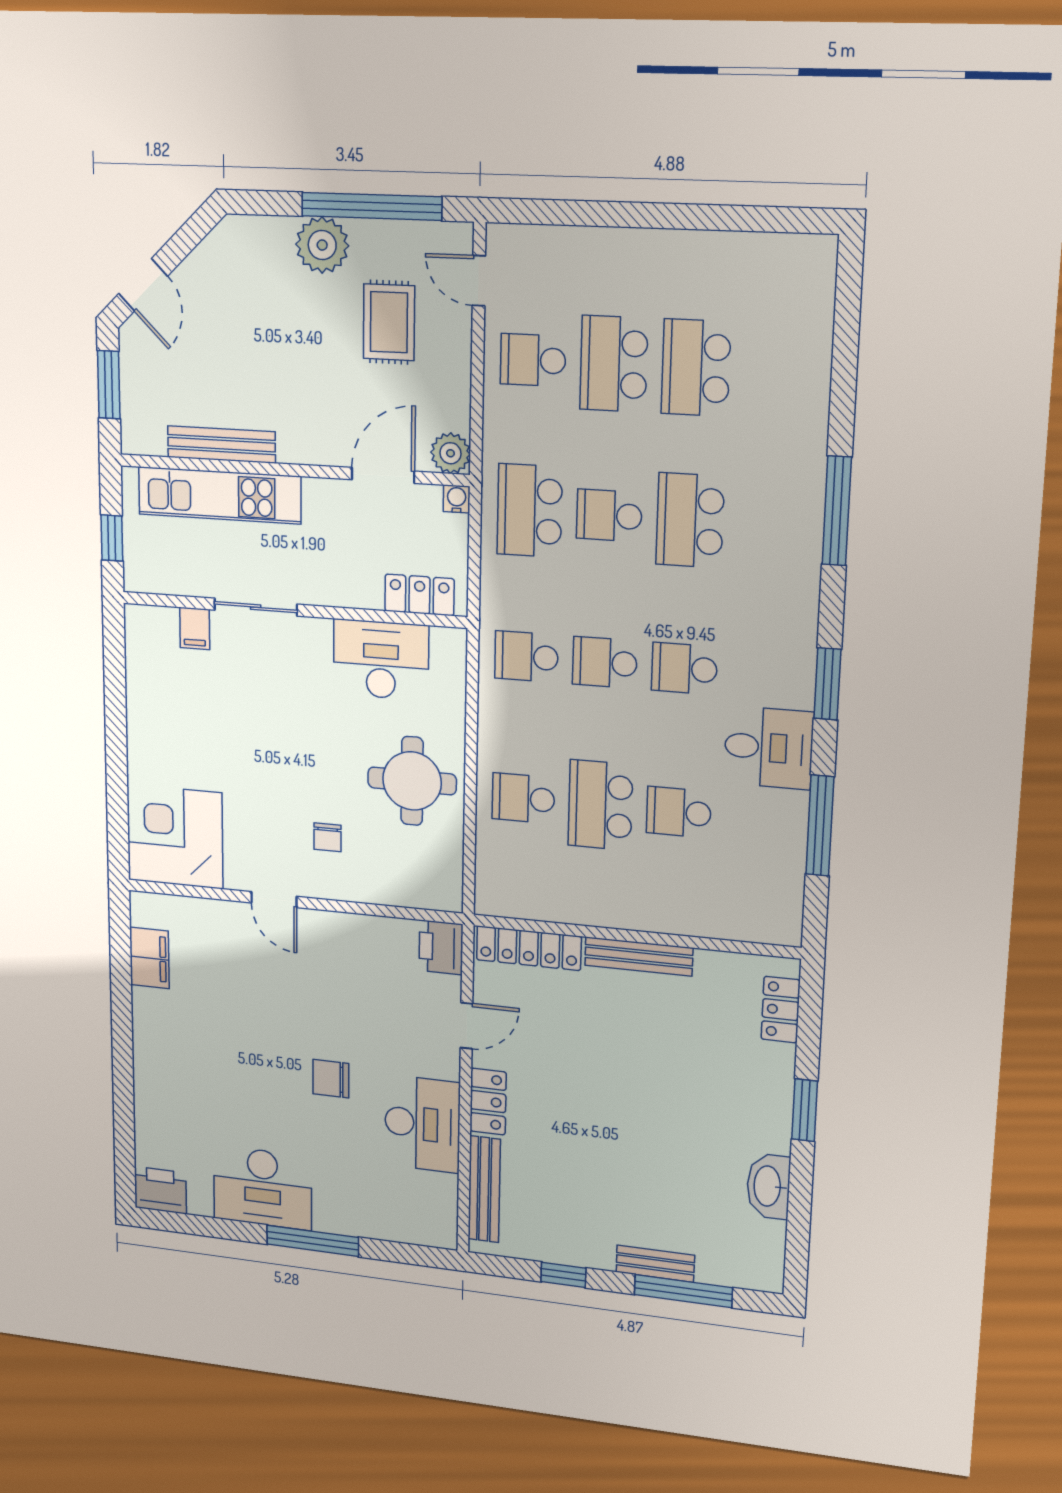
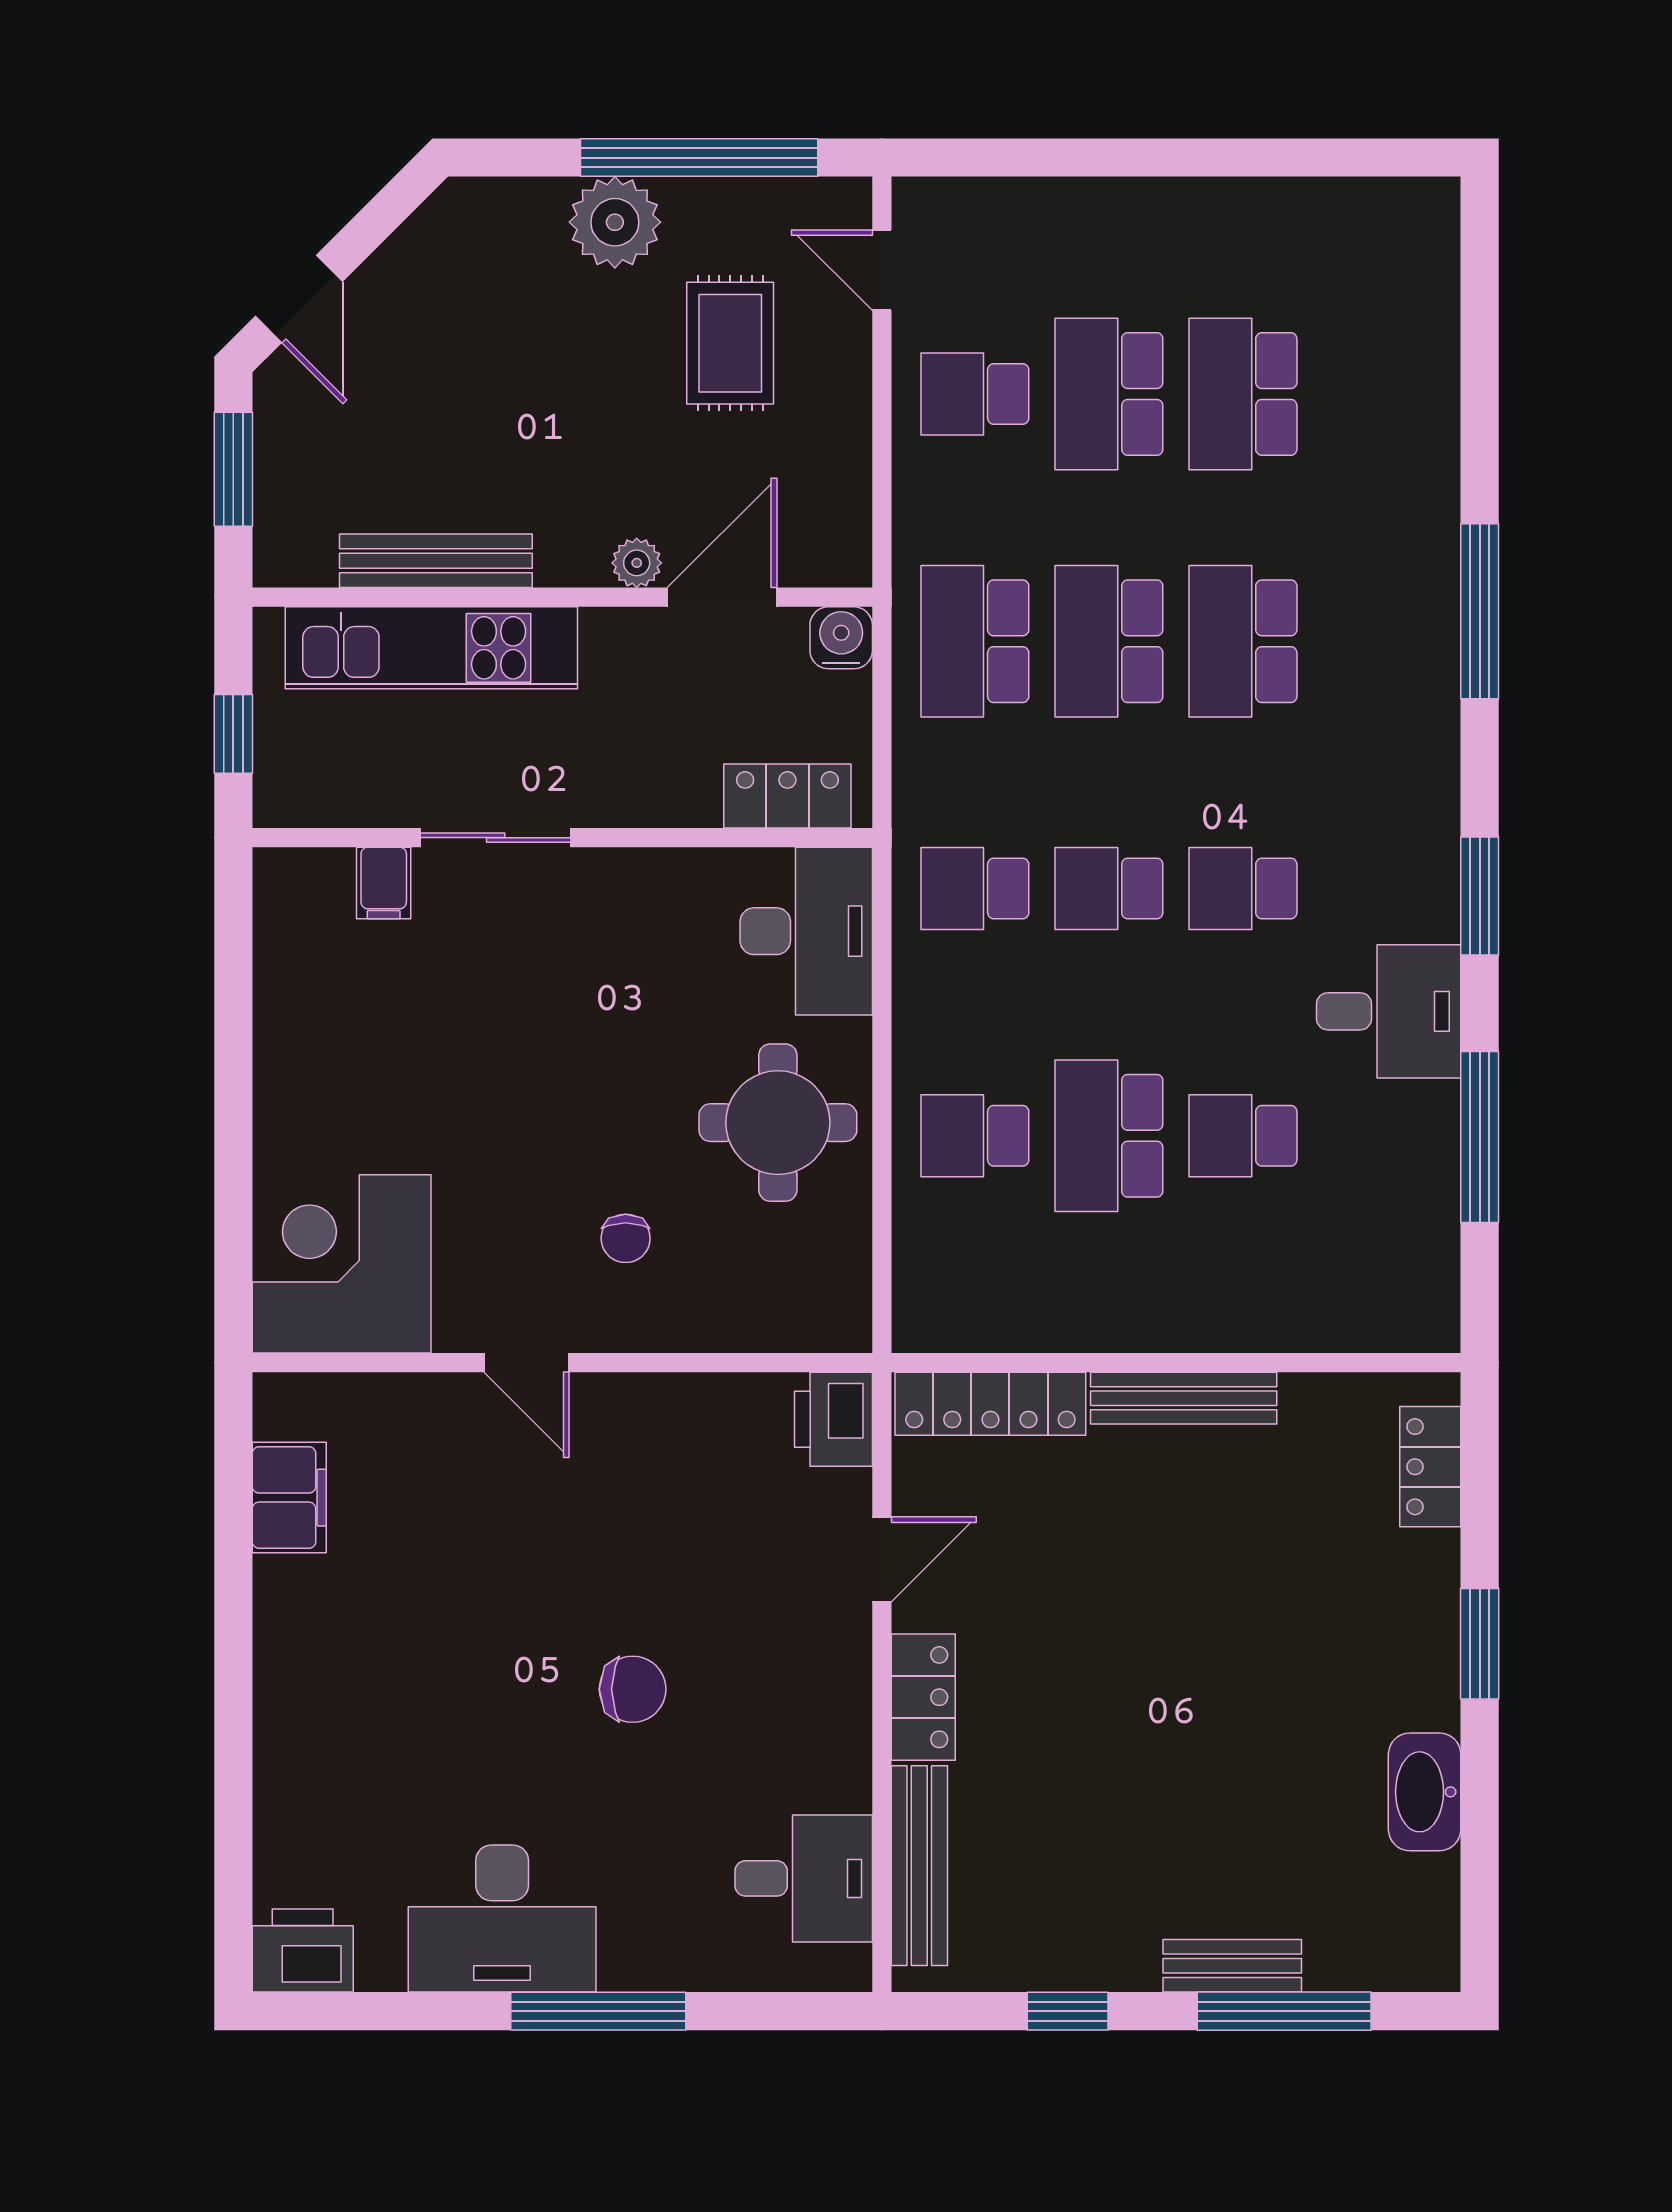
plant: (450, 453) -> (637, 563), moved, width x0.73, depth x0.73
water cooler: (457, 499) -> (841, 638), width x1.38, depth x1.38
school desk: (609, 515) -> (1109, 641), width x1.85
desk: (381, 660) -> (806, 931), moved, turned 90
chair: (331, 1079) -> (633, 1689), turned 180
desk: (422, 1124) -> (804, 1878), moved, width x0.73

